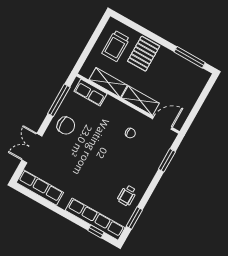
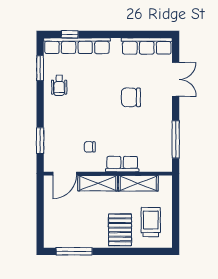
row of seats: (90, 92) -> (122, 164), moved
chair: (66, 126) -> (131, 97), moved
wheelchair: (127, 195) -> (59, 85), turned 180

